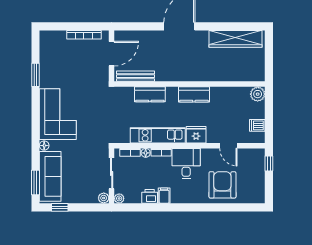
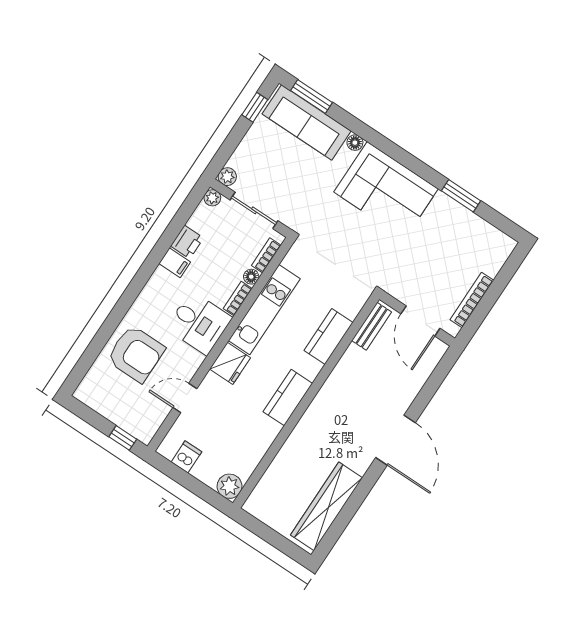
bench: (135, 76) -> (372, 326), width x0.73

